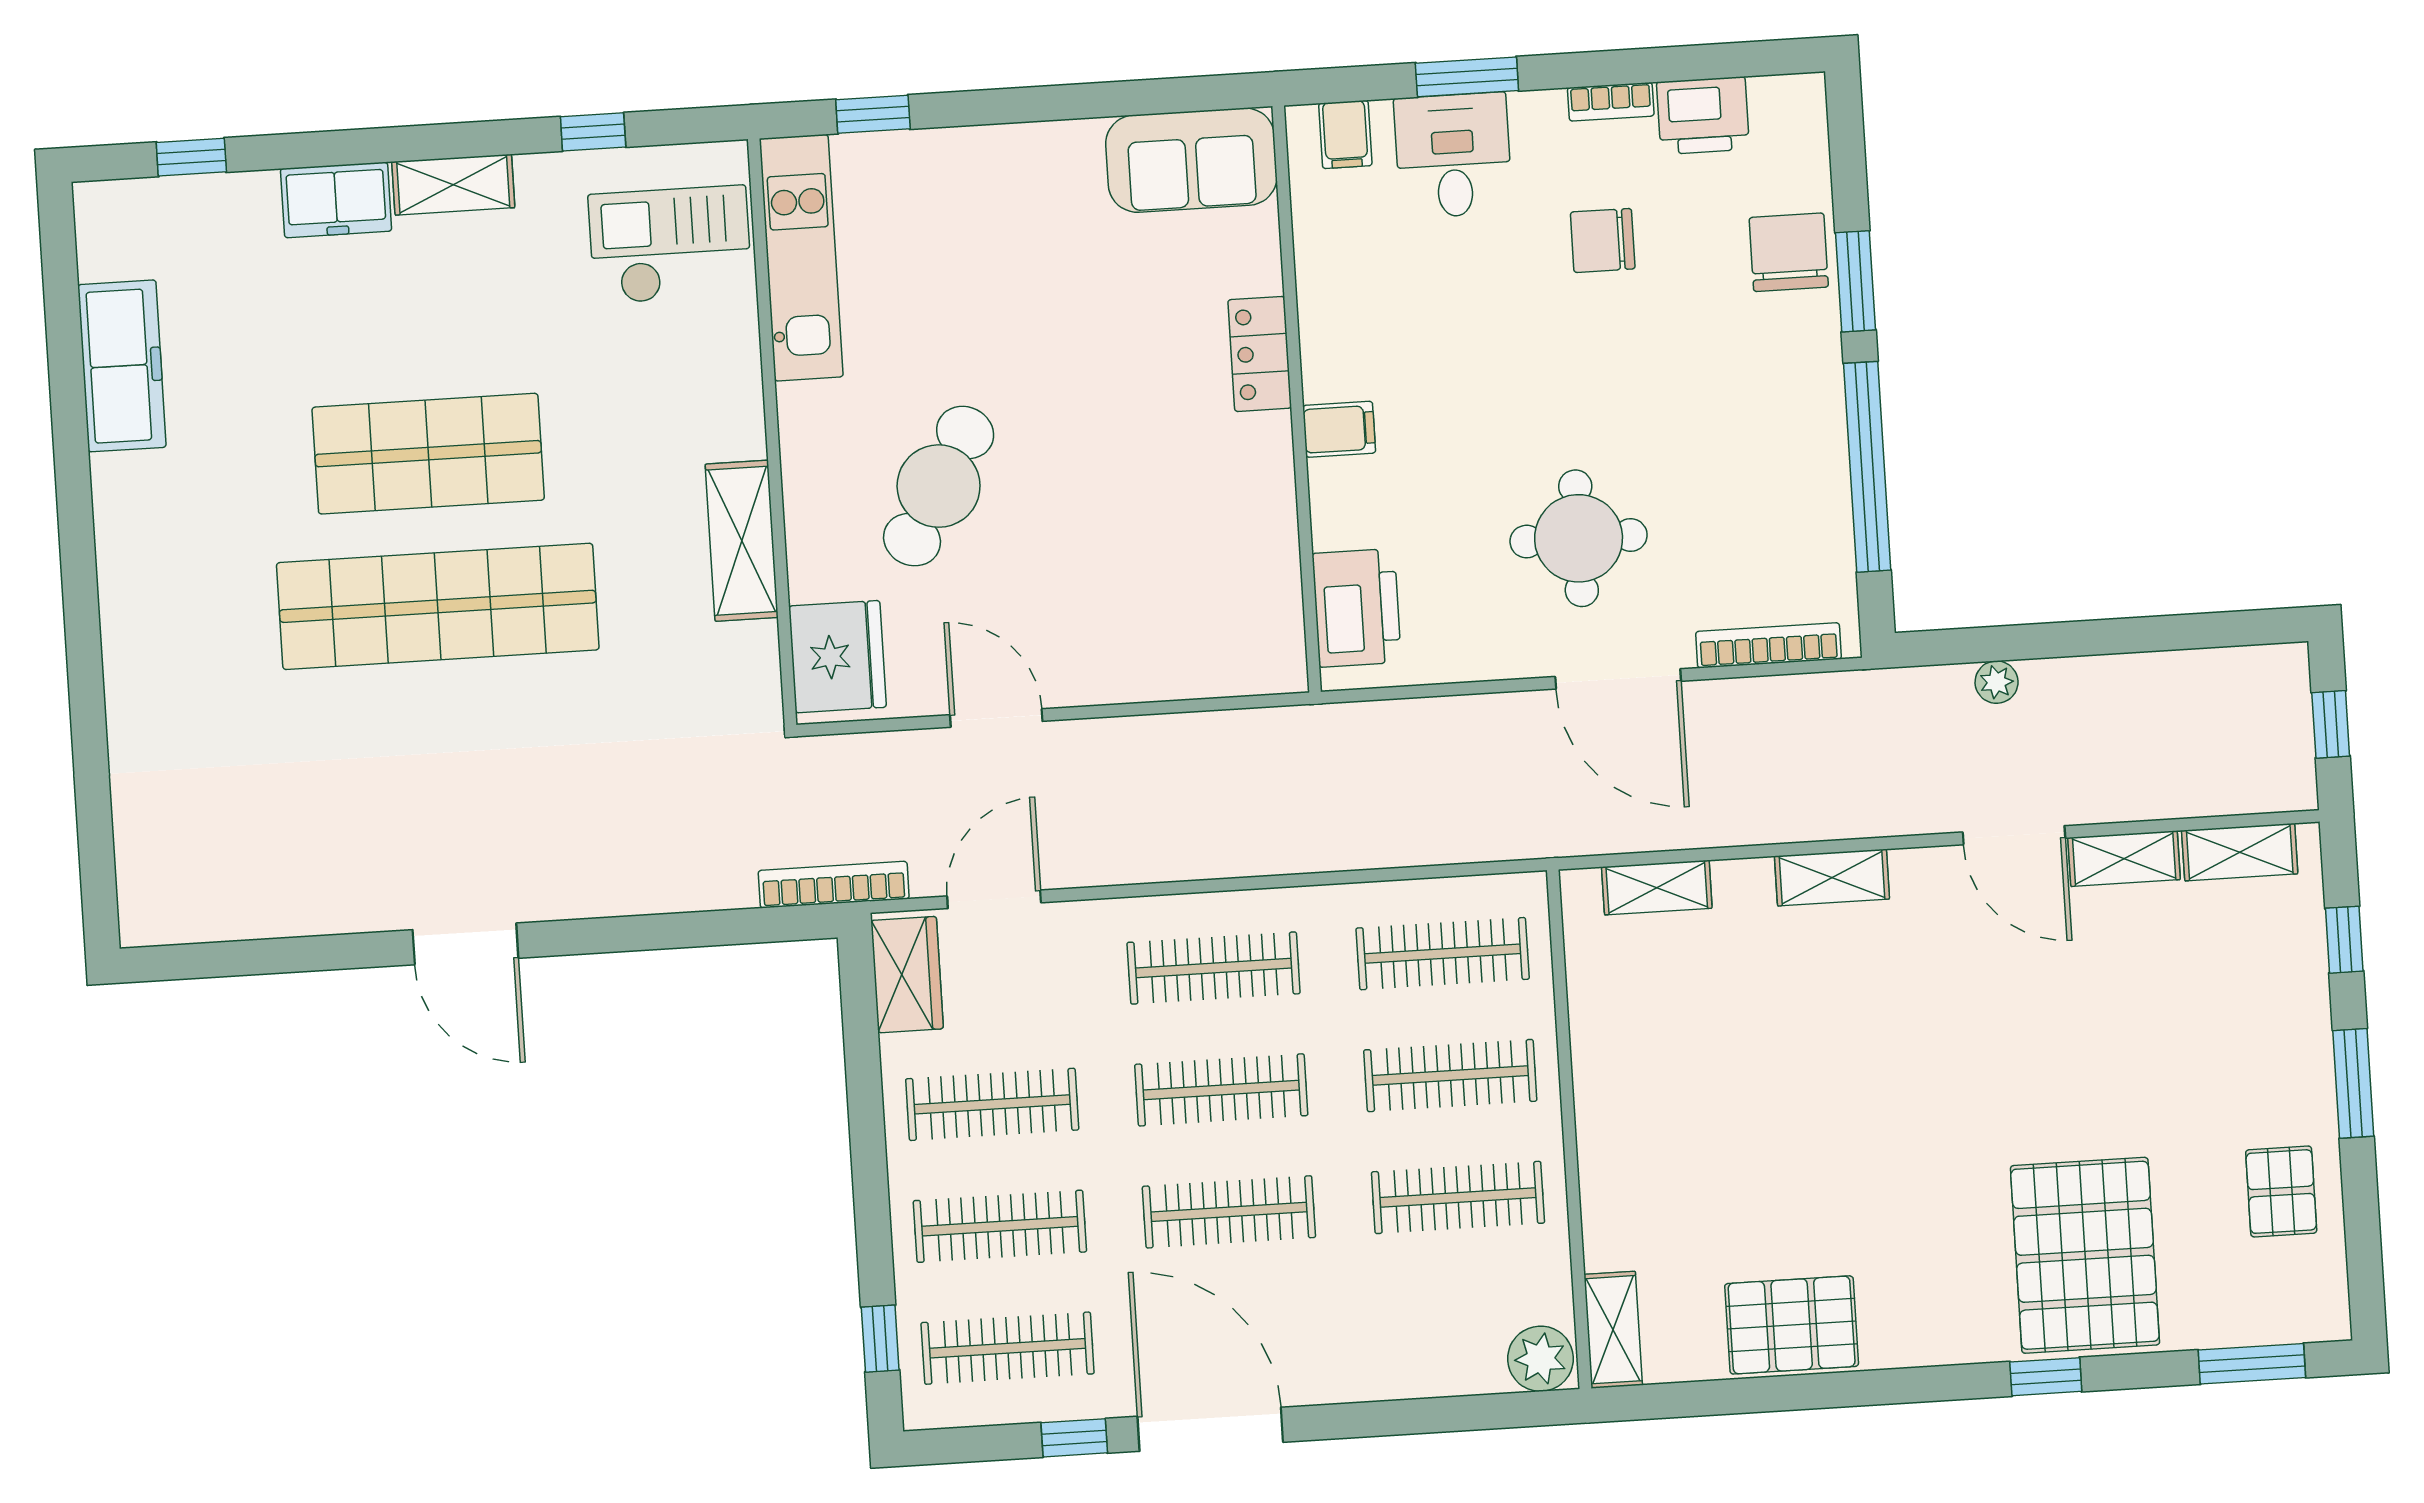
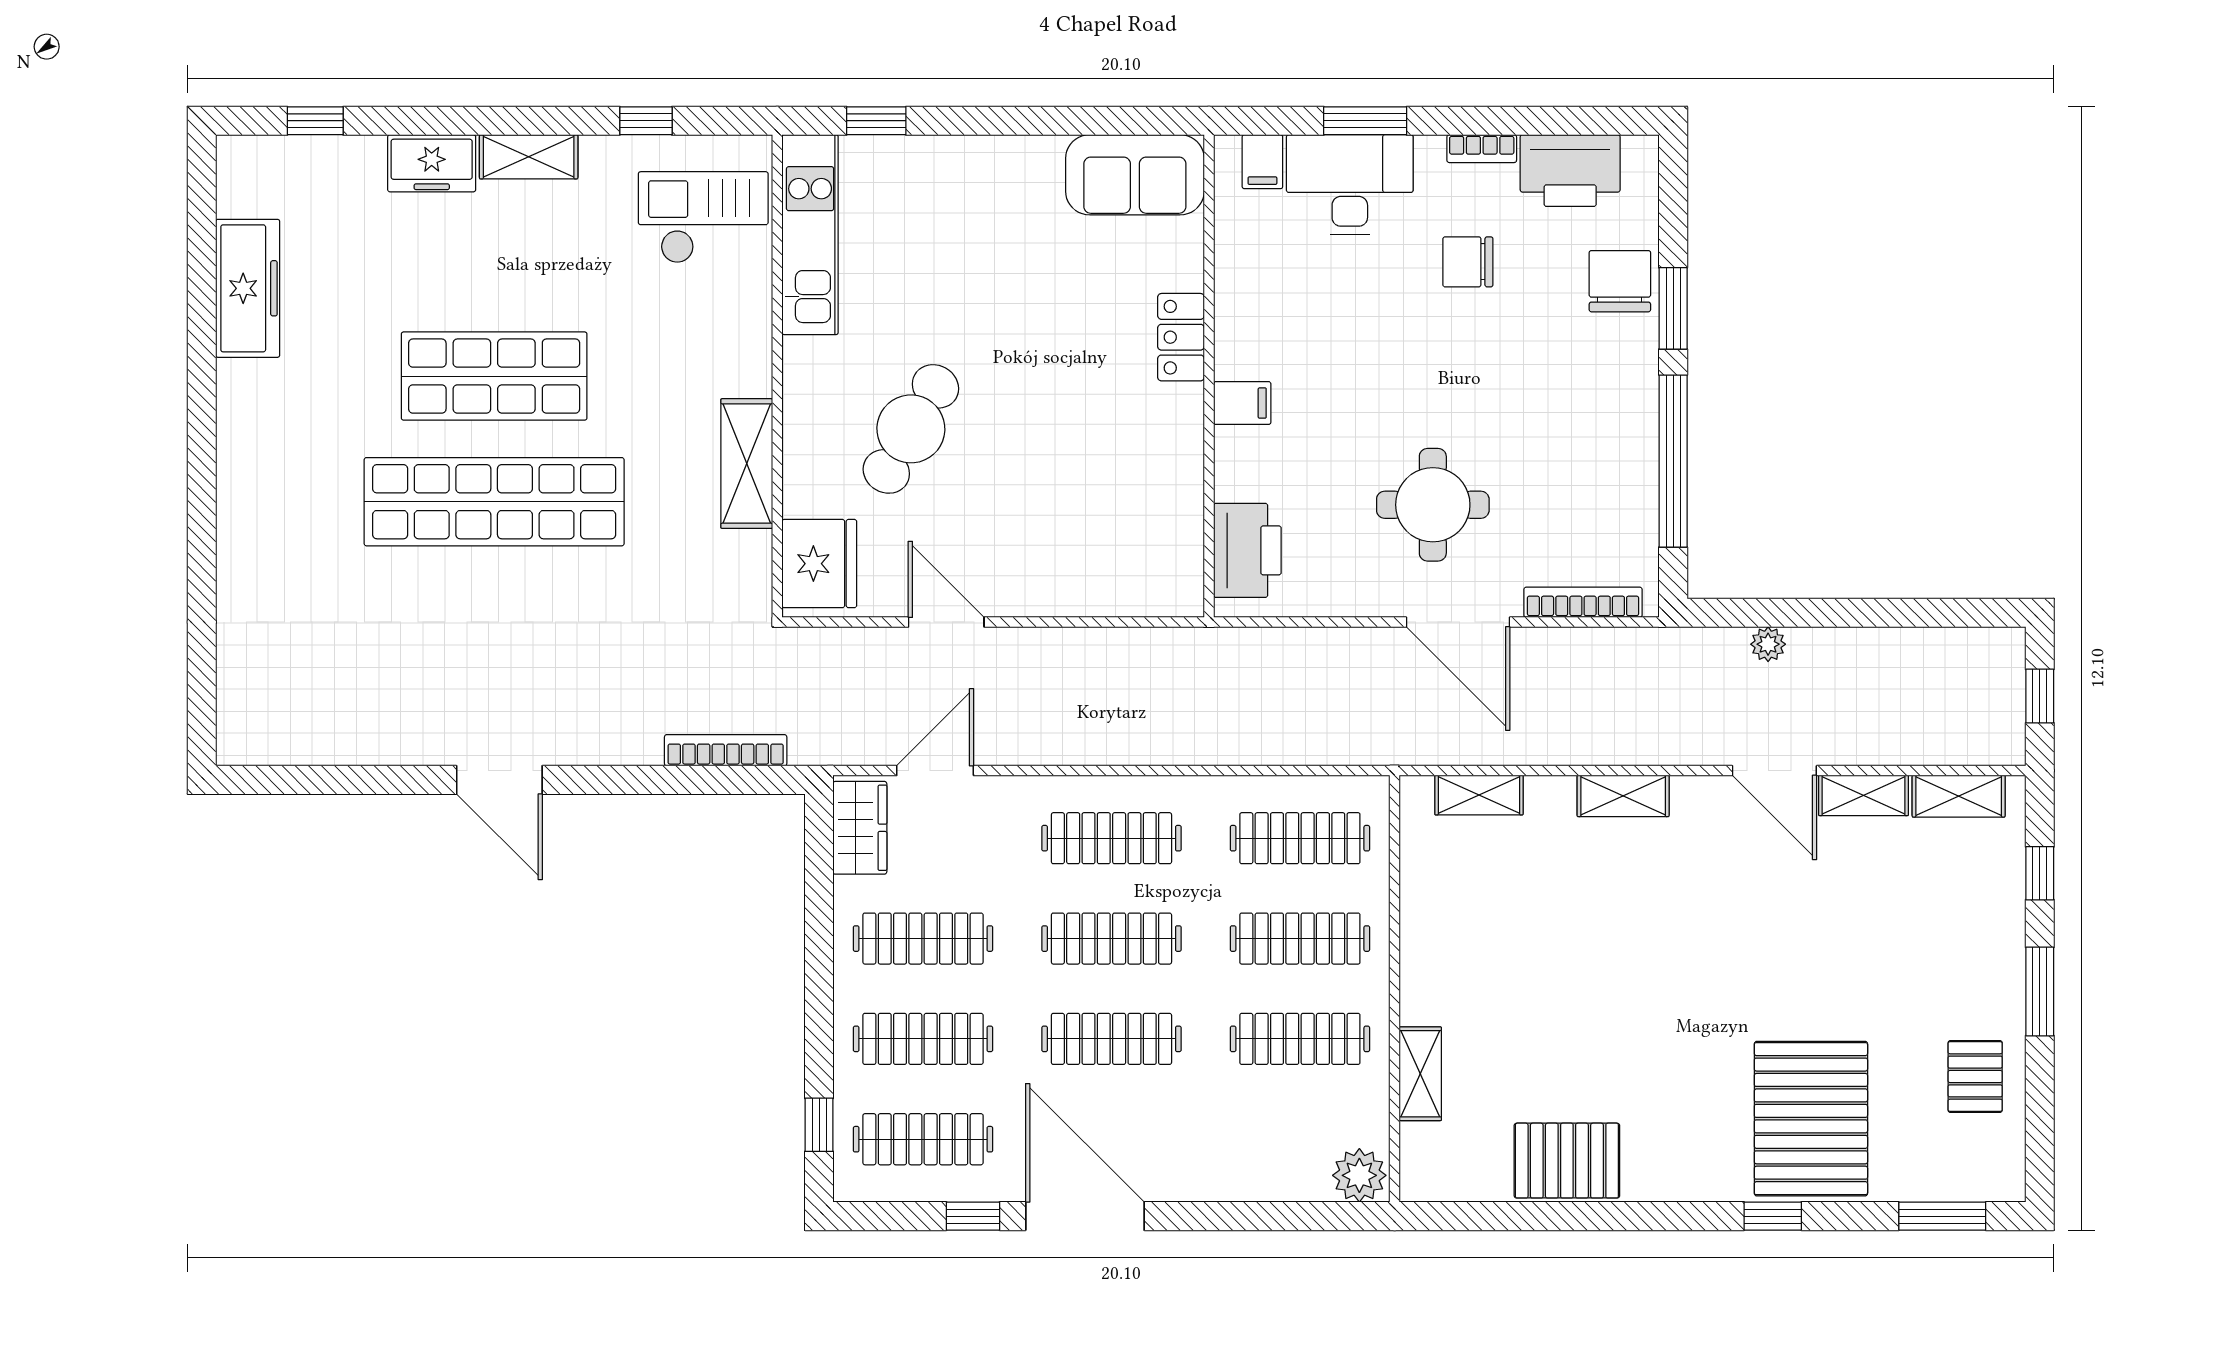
printer: (1703, 116) -> (1570, 171), width x1.37, depth x1.19
desk: (1453, 155) -> (1350, 184), width x1.37
bookcase: (834, 885) -> (726, 750), moved
shelving: (1613, 1330) -> (1420, 1074), moved

